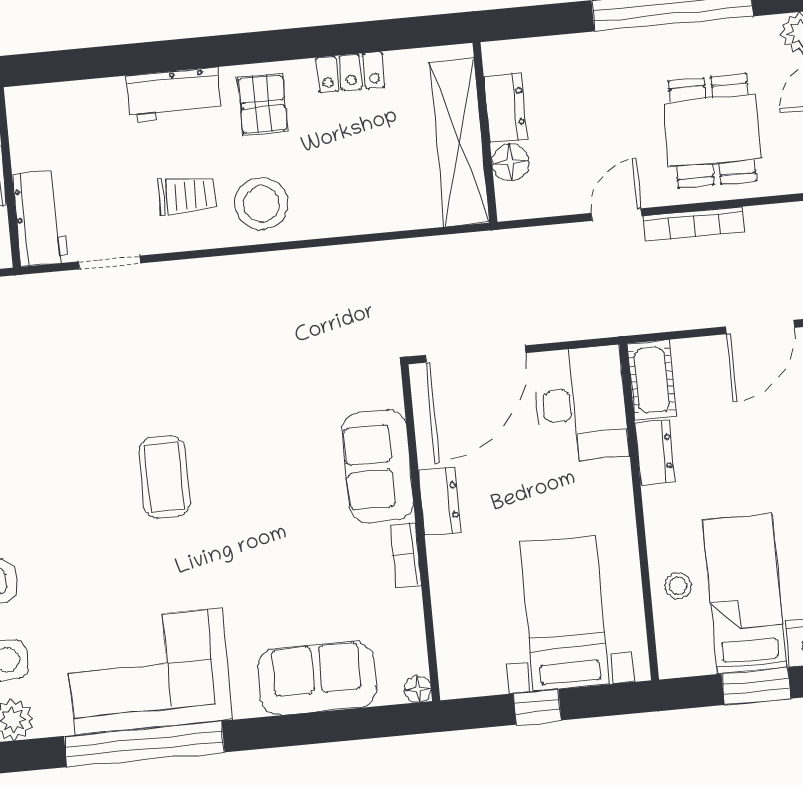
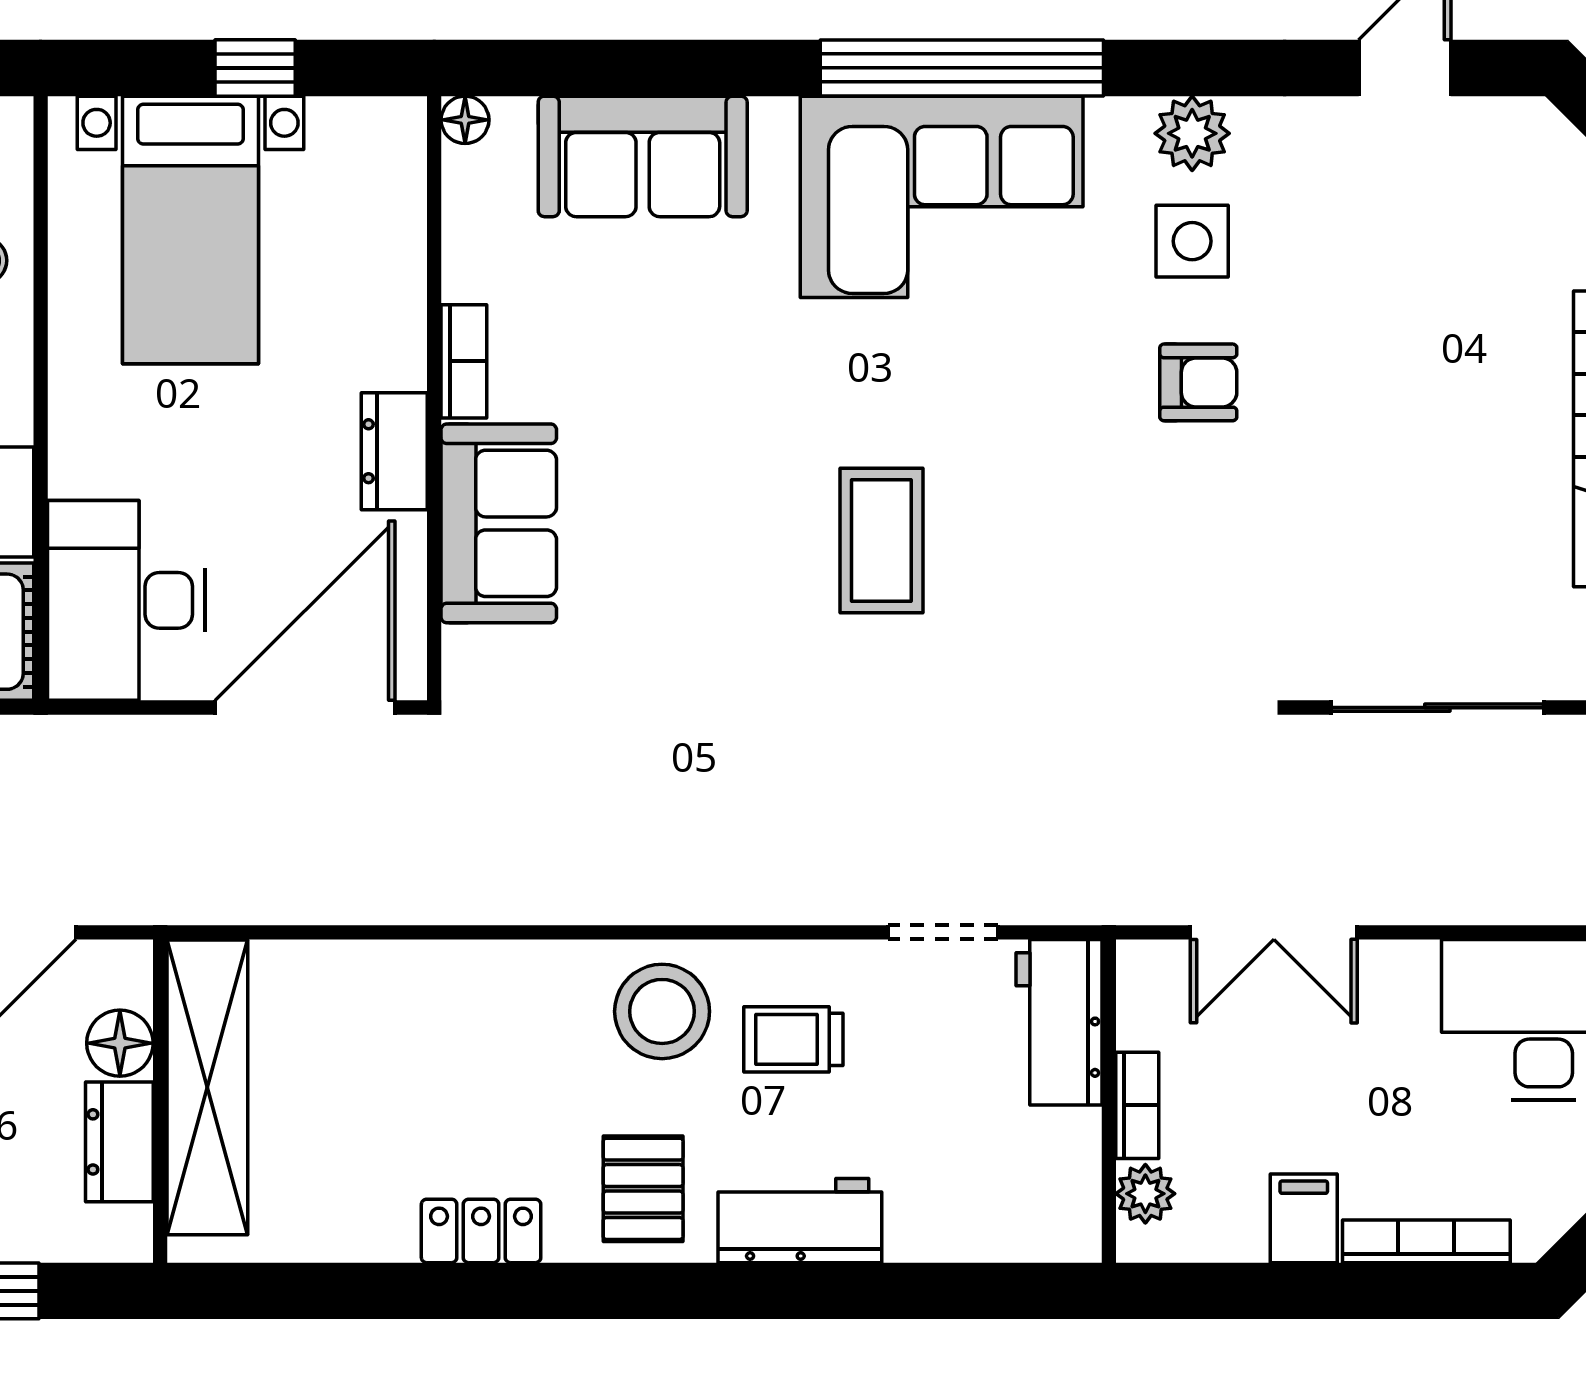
dresser: (505, 108) -> (119, 1142), moved
wall: (485, 132) -> (160, 1101), moved
shelving: (459, 142) -> (207, 1087), moved
floor lamp: (510, 162) -> (120, 1043), moved

